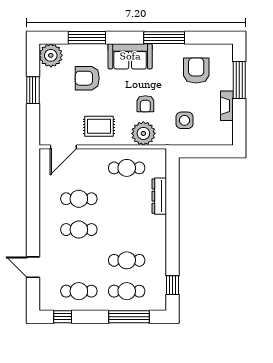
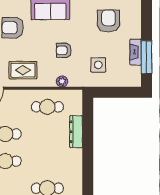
window: (239, 80) -> (147, 57), moved
armchair: (145, 104) -> (64, 50), turned 90
plant: (143, 133) -> (62, 81), width x0.53, depth x0.53

